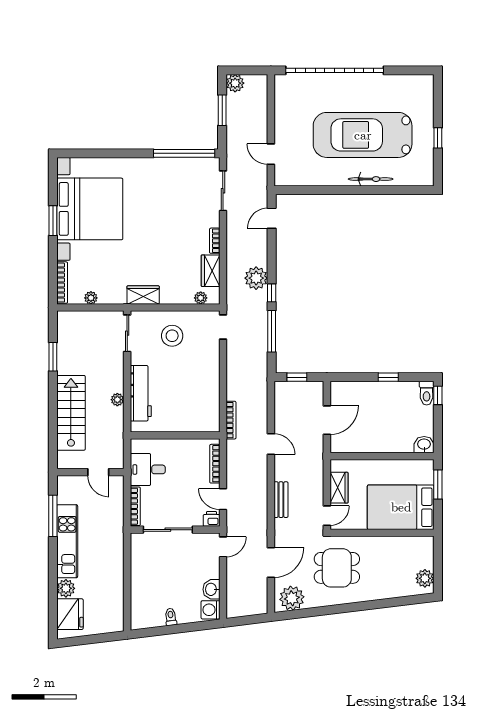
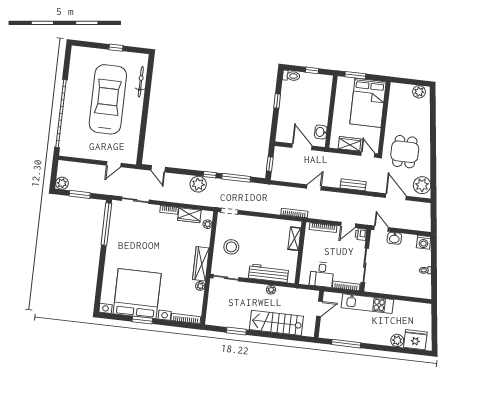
car: (363, 135) -> (108, 99), turned 180
bicycle: (371, 179) -> (141, 82), moved
wardrobe: (143, 295) -> (201, 264), width x1.50
plant: (91, 298) -> (200, 286), moved
window: (438, 395) -> (312, 70), moved
shelving: (194, 425) -> (294, 239), added
washbasin: (424, 445) -> (321, 132), moved
kitchen unit: (67, 541) -> (367, 304), moved, turned 180
washbasin: (211, 589) -> (394, 238), moved

